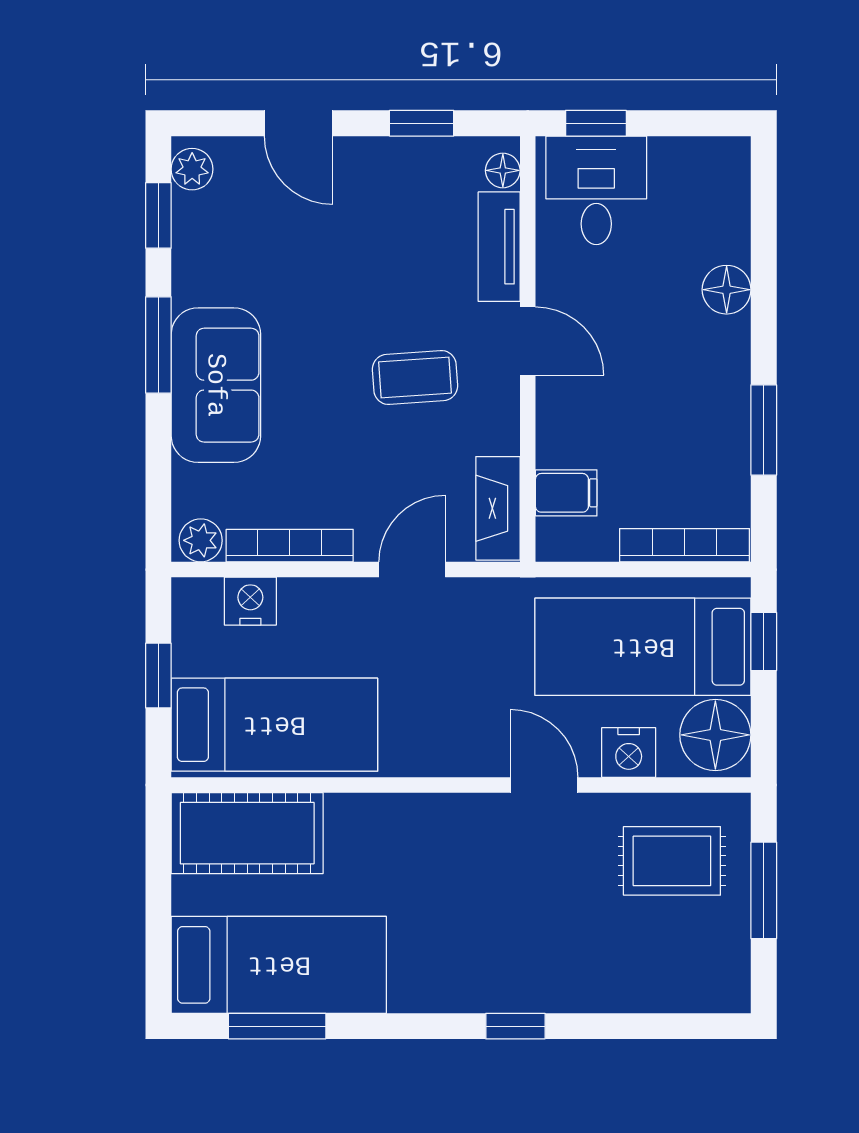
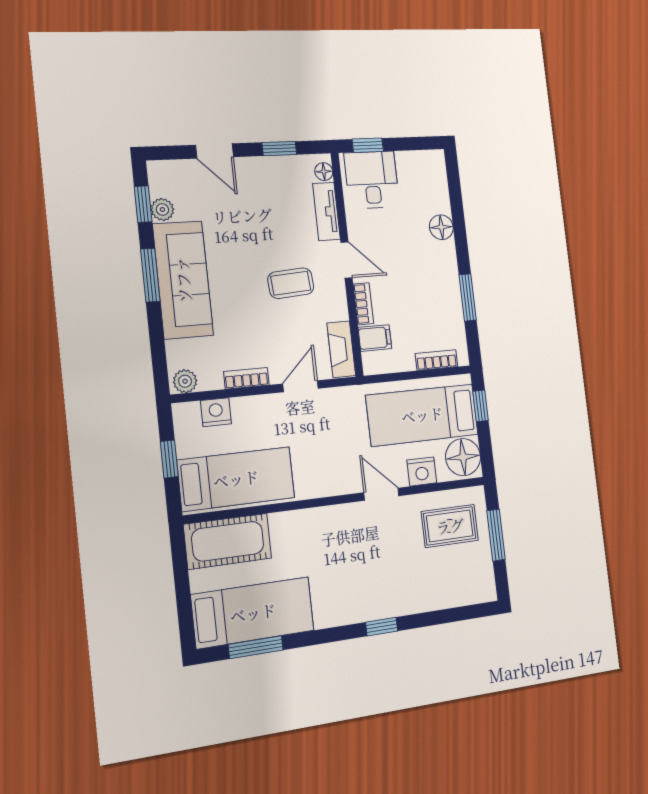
plant: (192, 169) -> (162, 209), moved
sofa: (216, 385) -> (183, 280), width x1.36
bookcase: (551, 426) -> (363, 304), added
bookcase: (685, 545) -> (437, 360), width x0.64
bookcase: (290, 546) -> (246, 378), width x0.64

